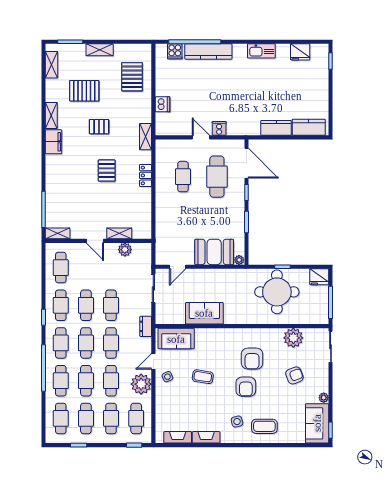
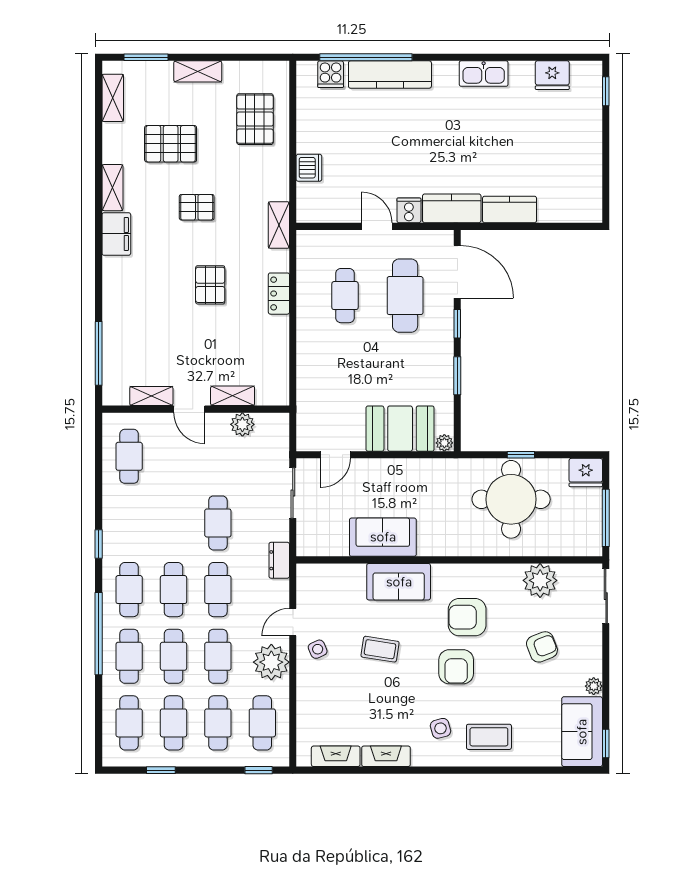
kitchen counter: (309, 127) -> (452, 208), moved
shelving: (58, 233) -> (151, 396), moved
cafe table: (61, 305) -> (129, 523), removed
cafe table: (86, 305) -> (174, 523), removed
sofa: (176, 339) -> (399, 582), moved
armchair: (252, 359) -> (467, 617), turned 90

